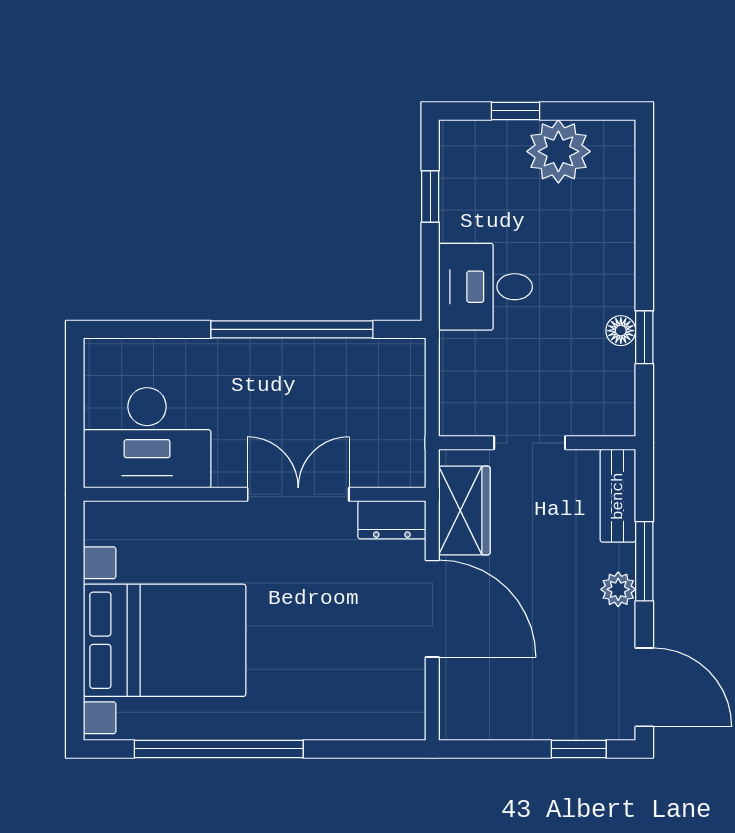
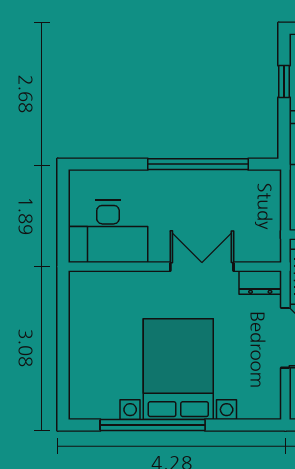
bed with nightstands: (165, 640) -> (178, 369), moved, turned -90

